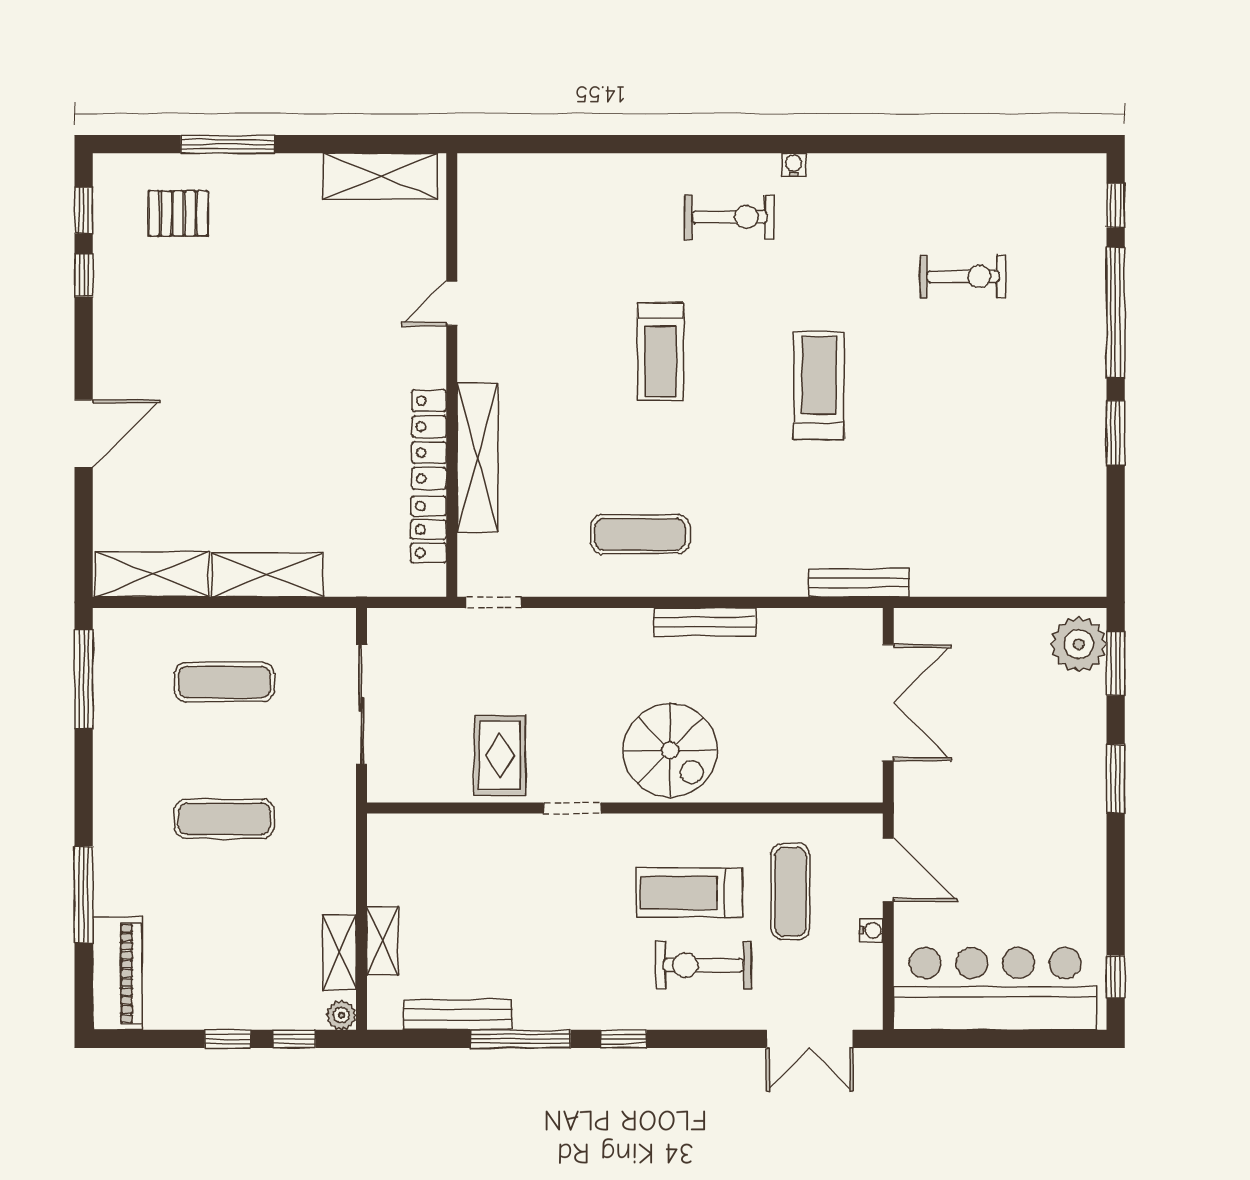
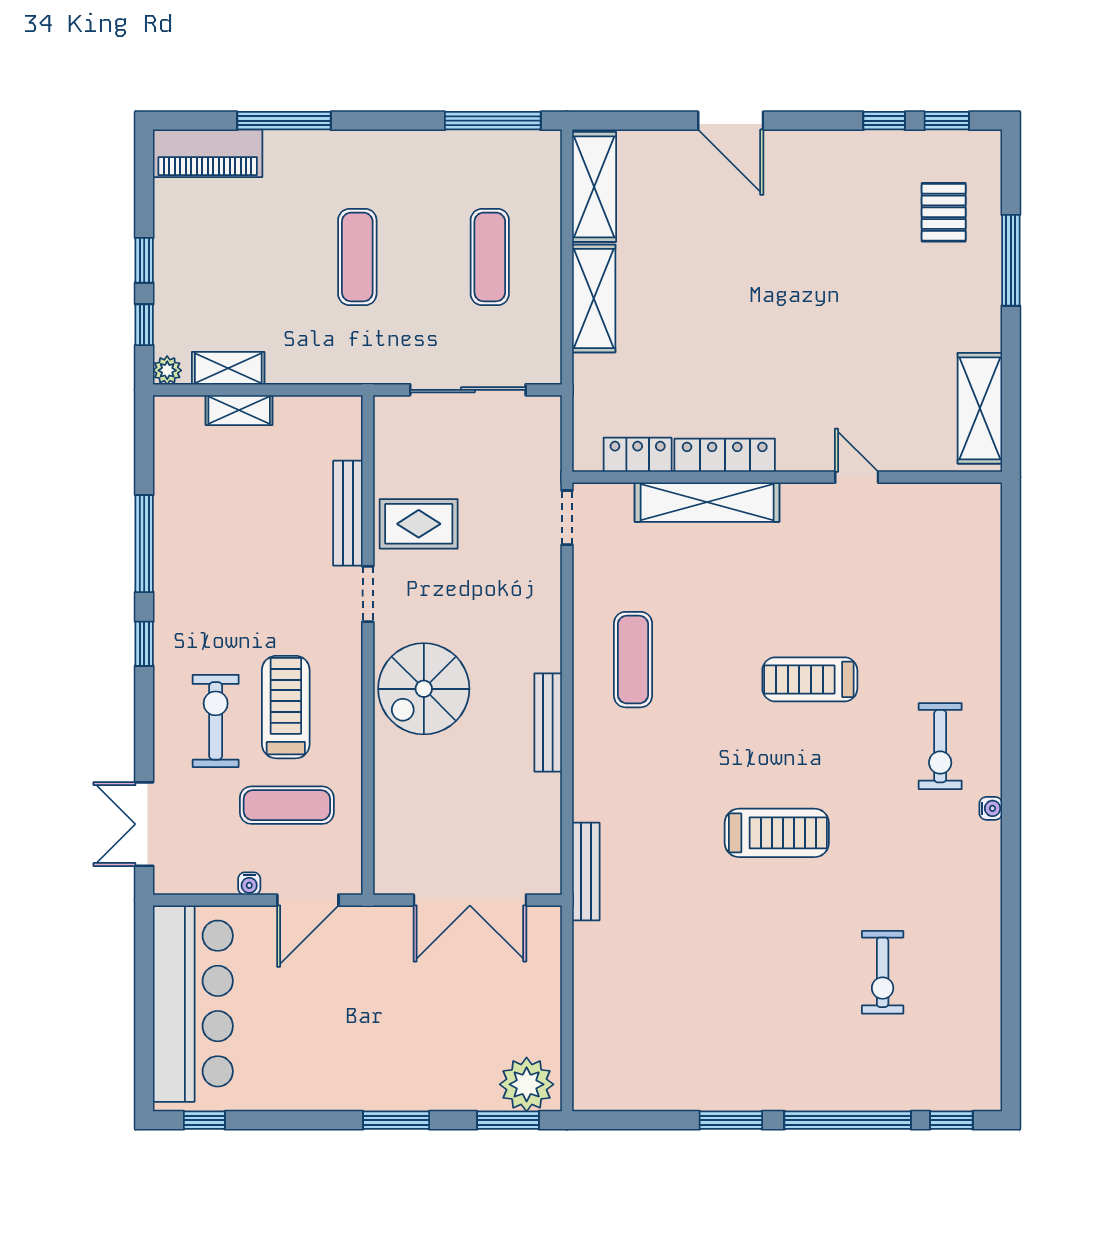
bench: (458, 1015) -> (348, 513), moved

